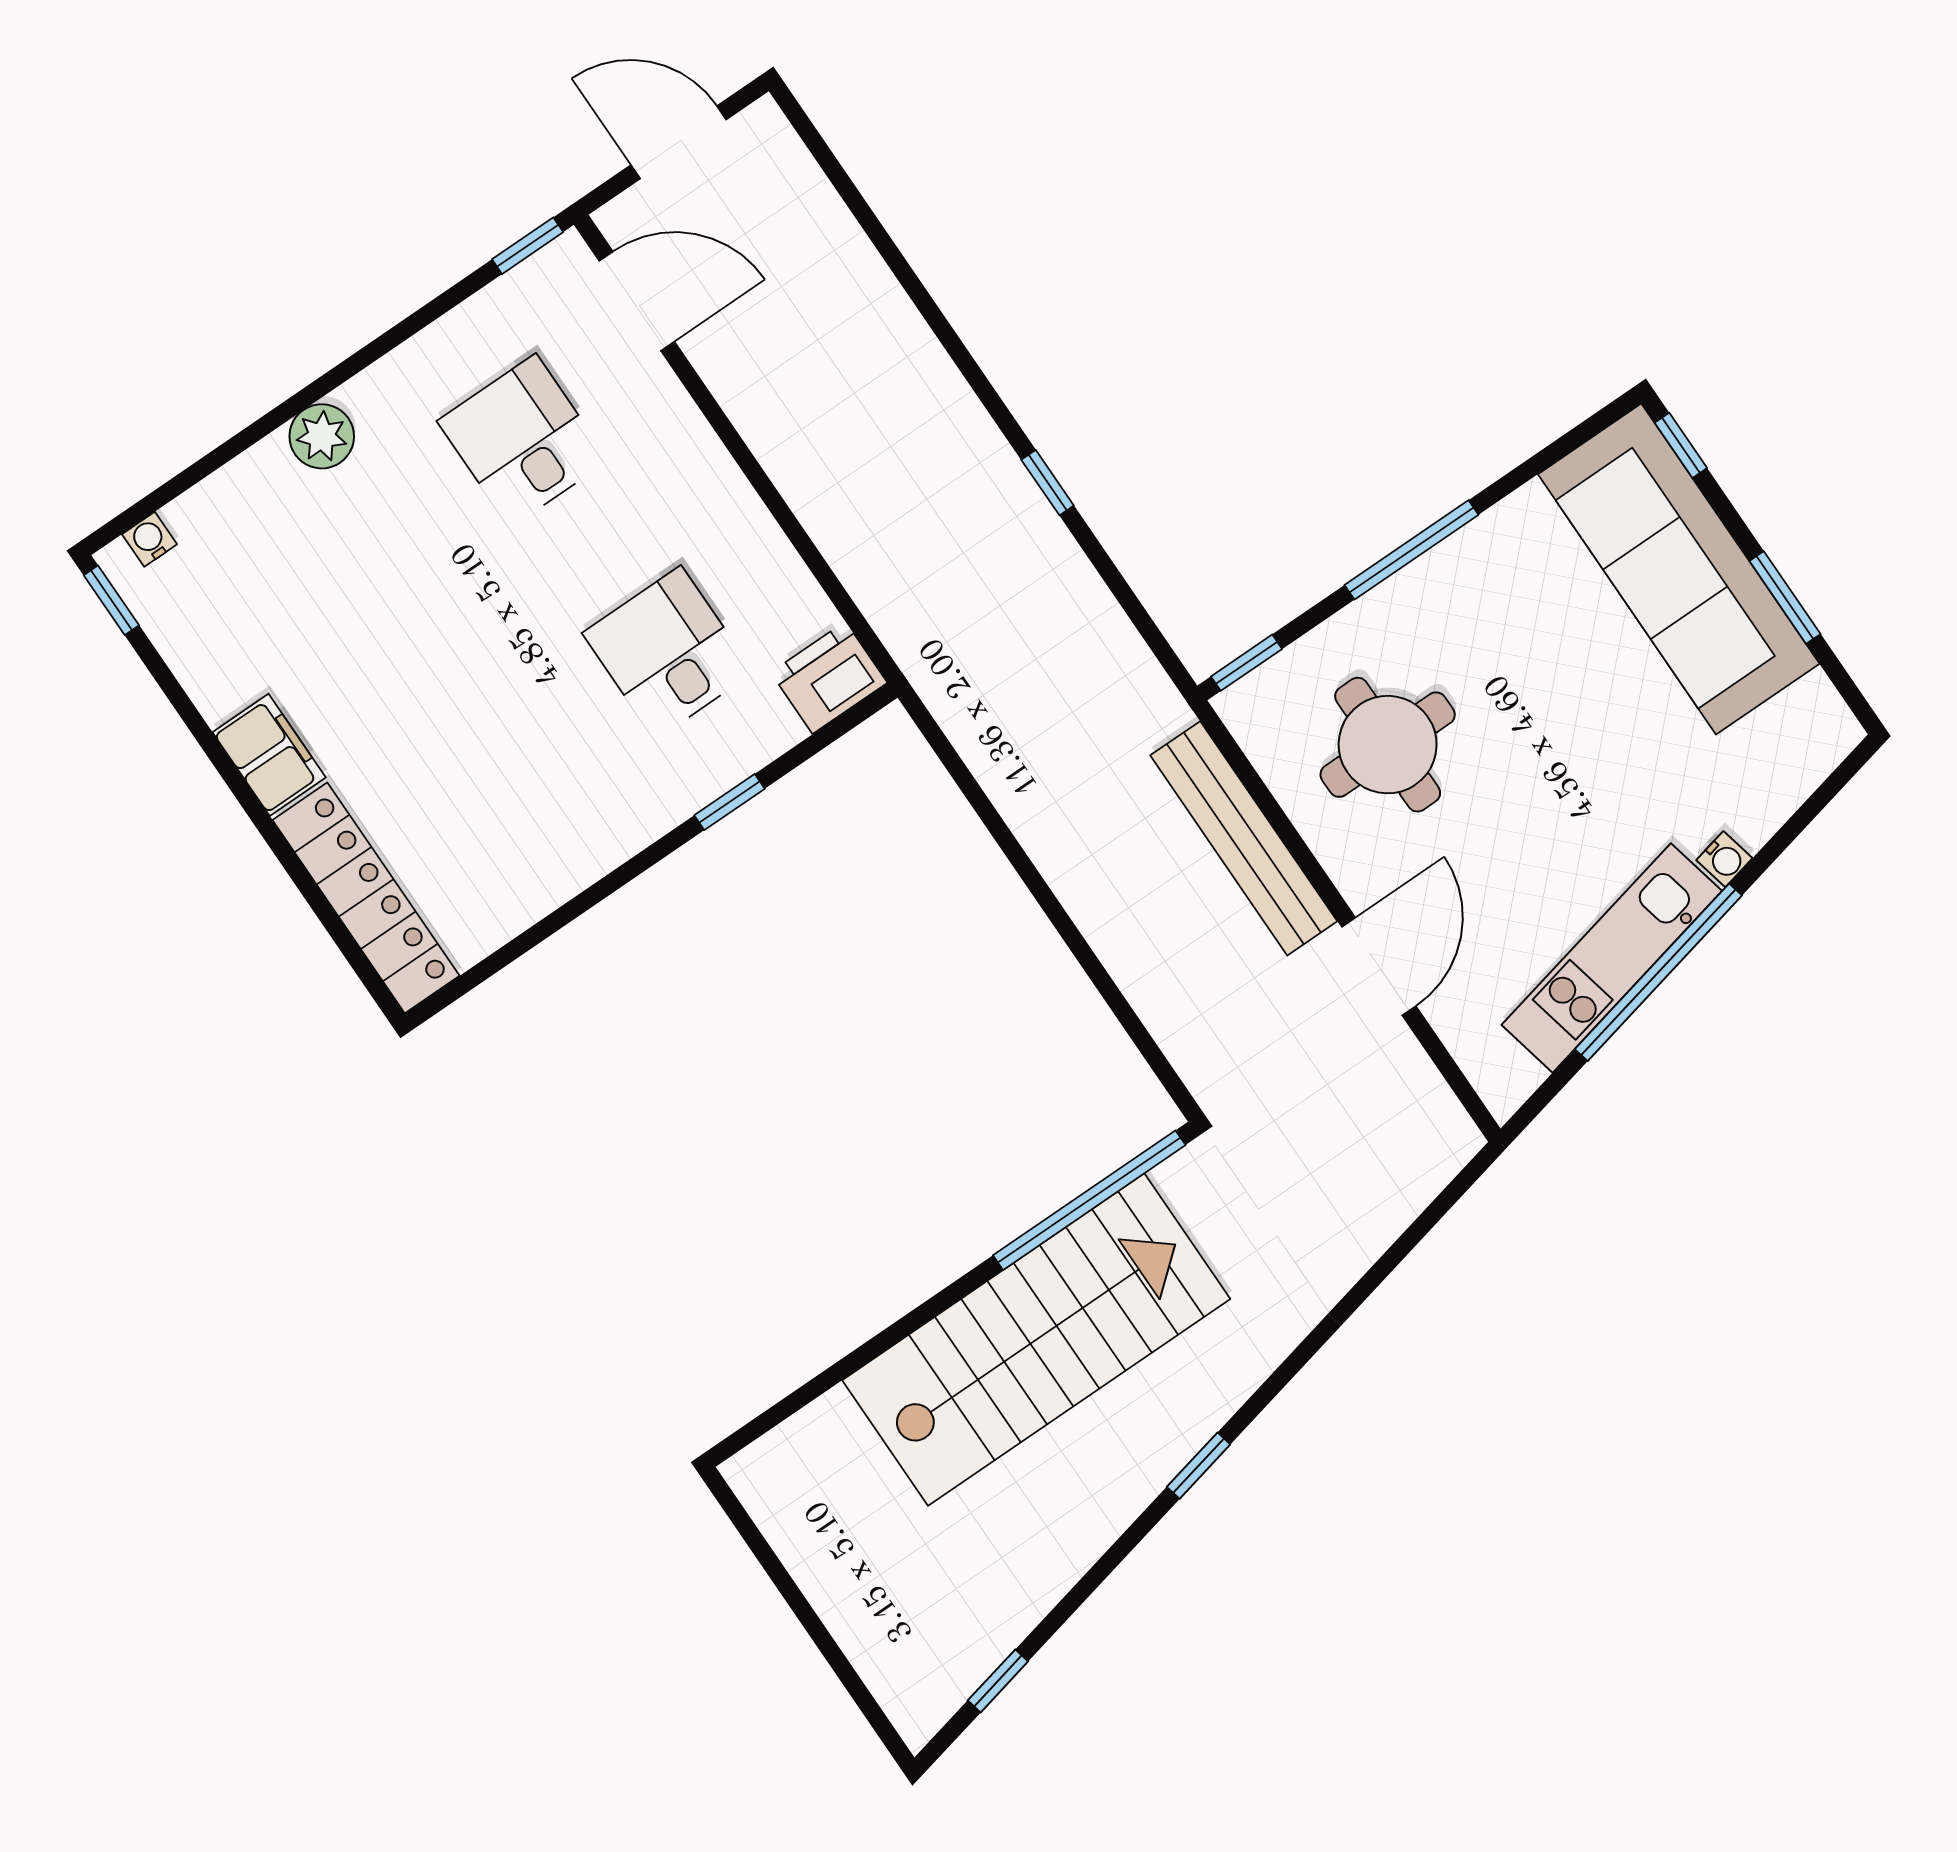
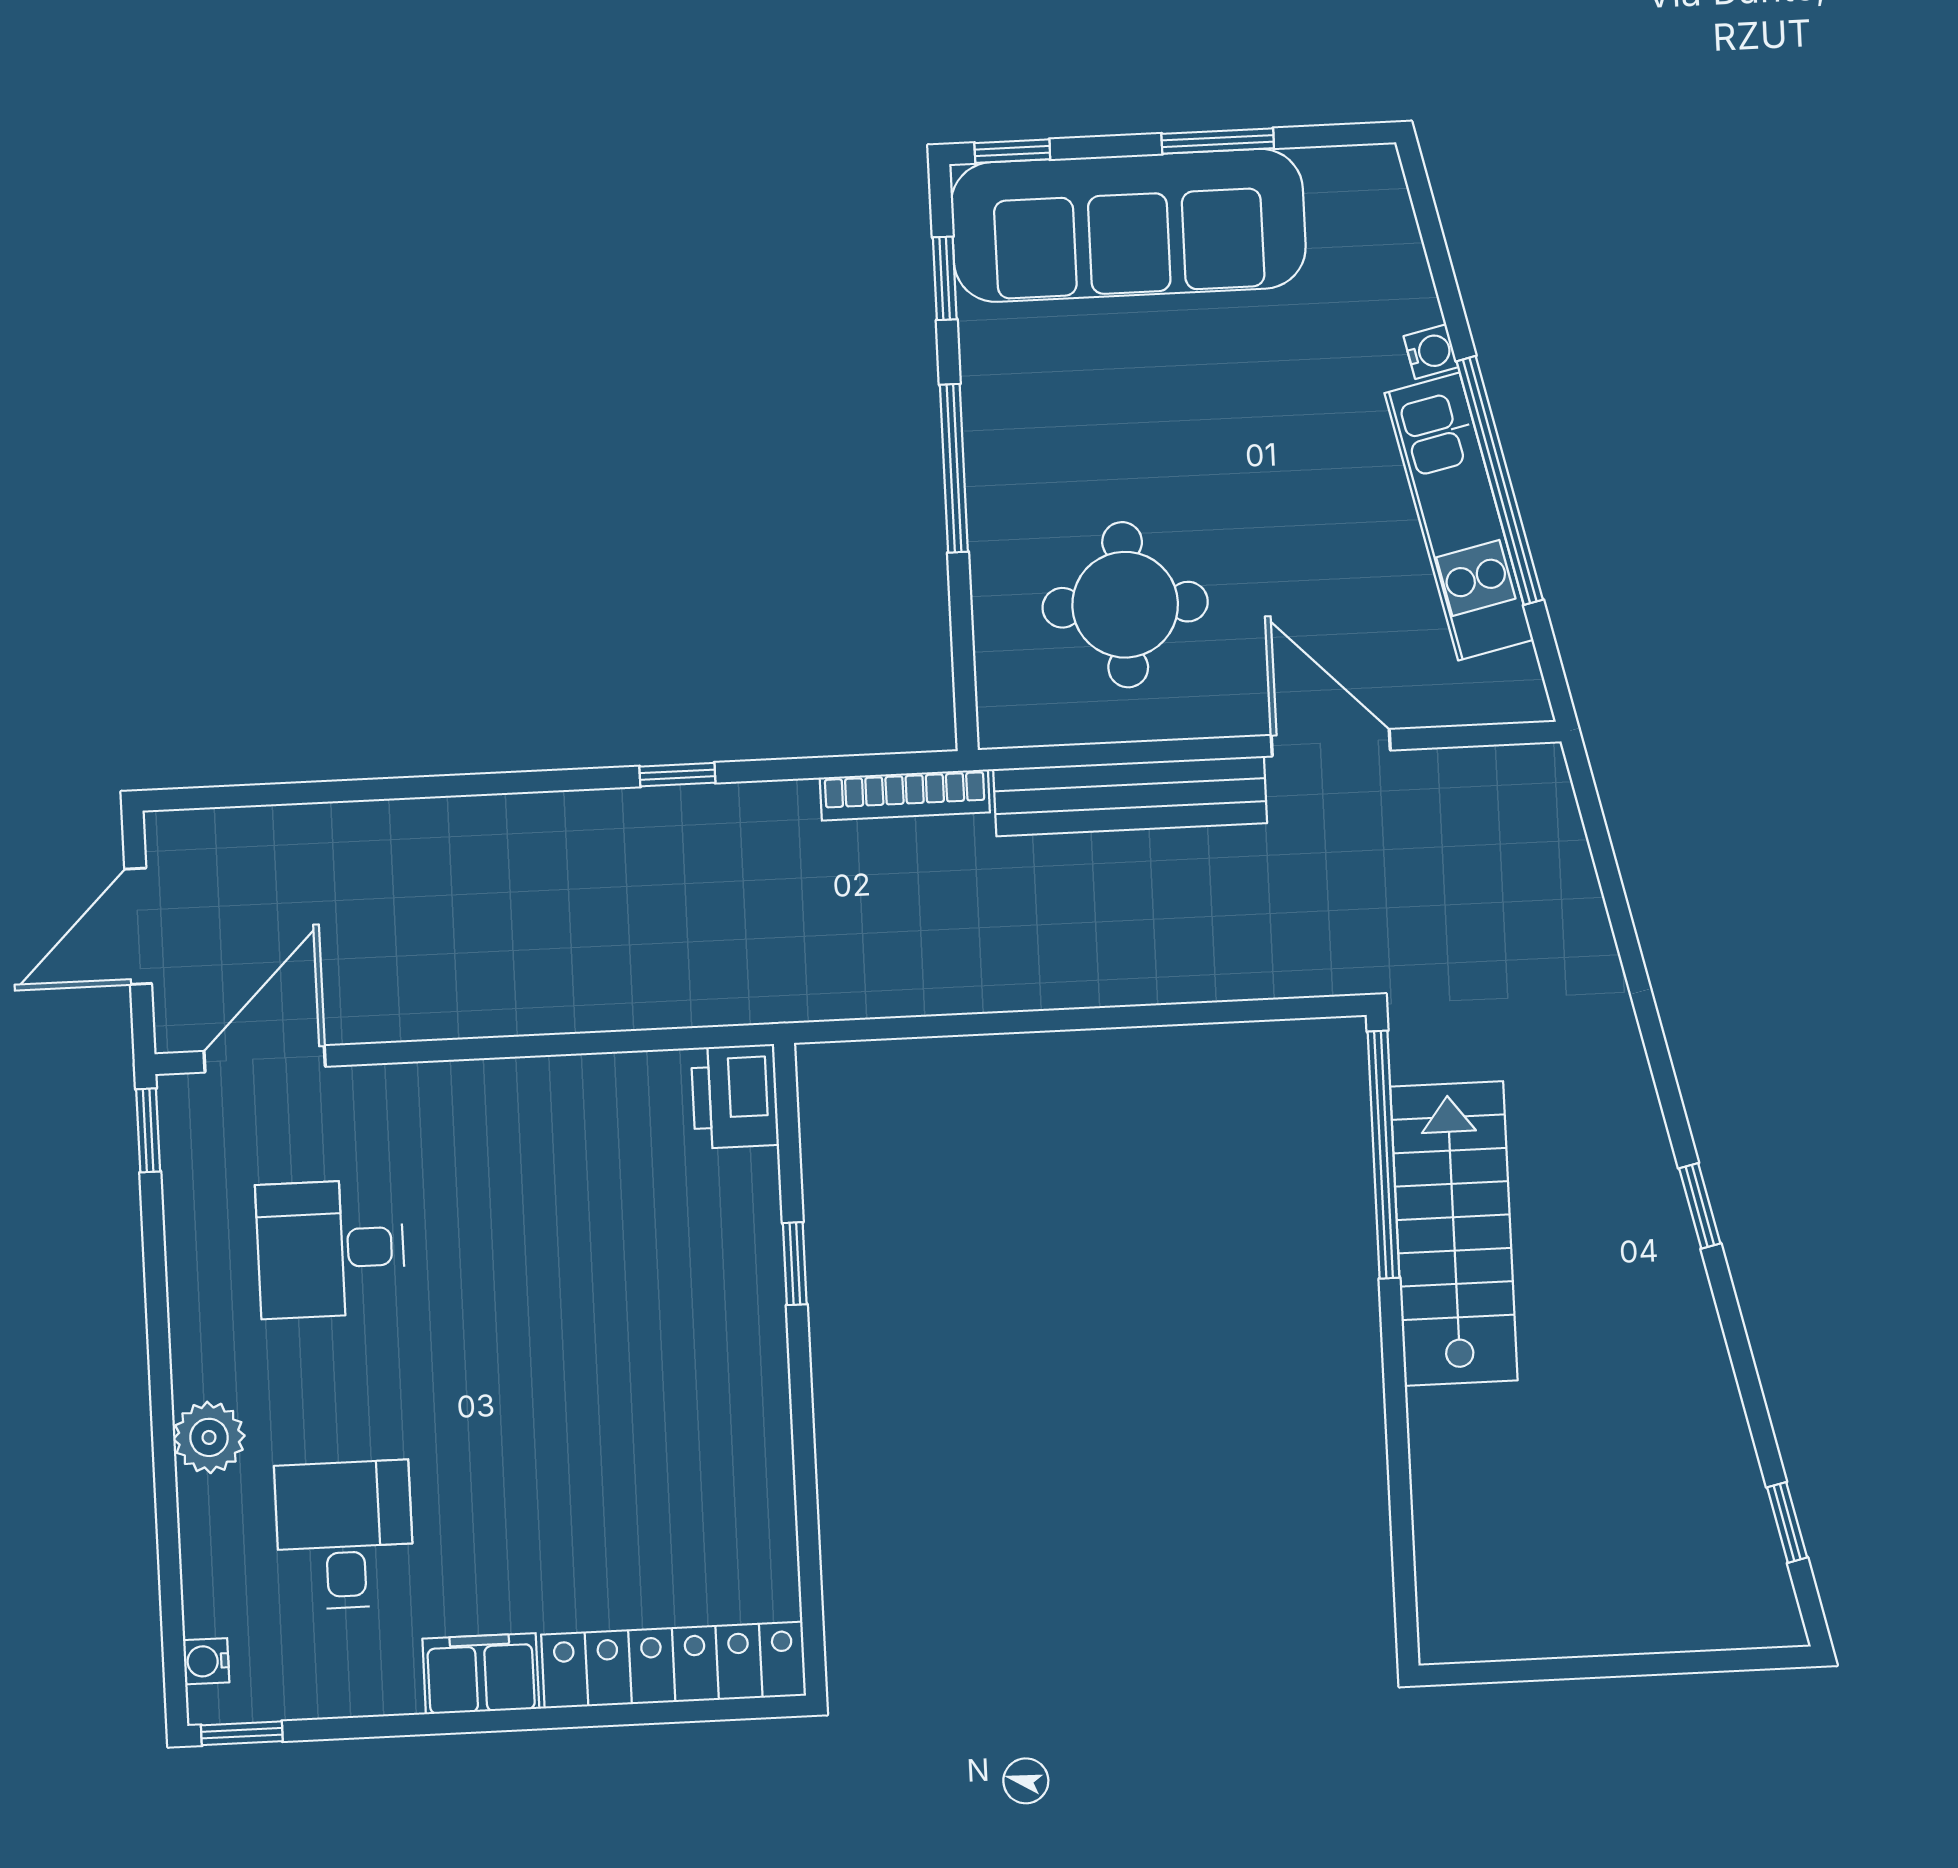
desk: (668, 652) -> (345, 1535), moved, turned 90
window: (1247, 663) -> (945, 278), moved
bookcase: (1139, 666) -> (905, 795), added
stairs: (1036, 1340) -> (1454, 1233), width x0.73, depth x0.66

